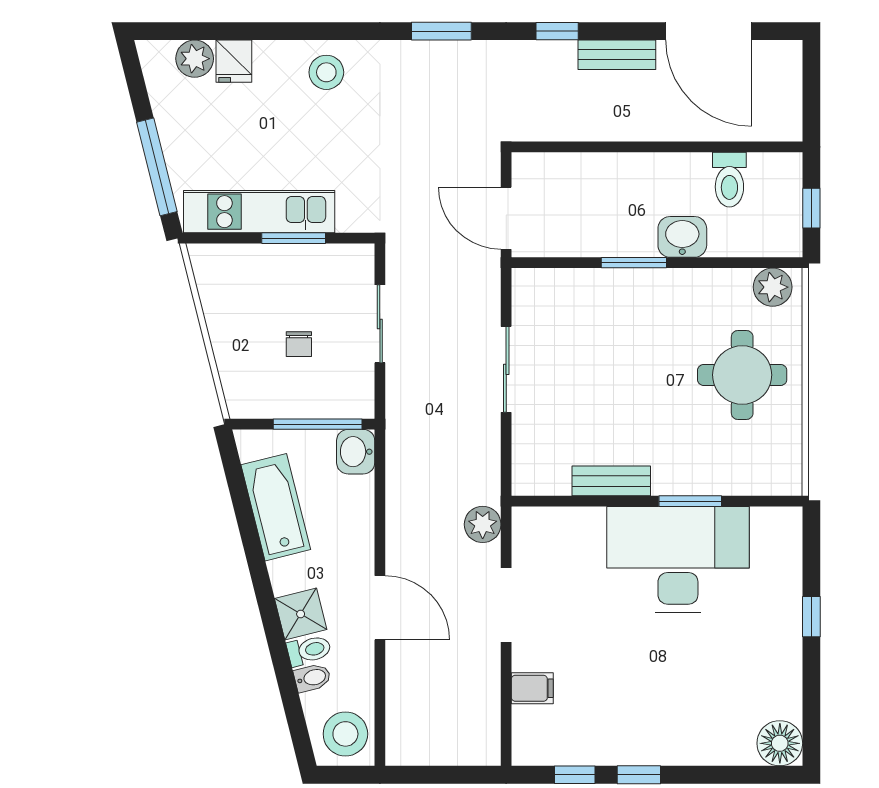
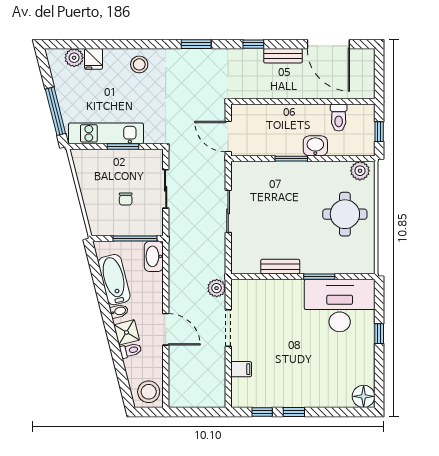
washbasin: (356, 452) -> (154, 256), width x1.38
desk: (678, 560) -> (340, 306), moved
bidet: (312, 678) -> (119, 311), moved

